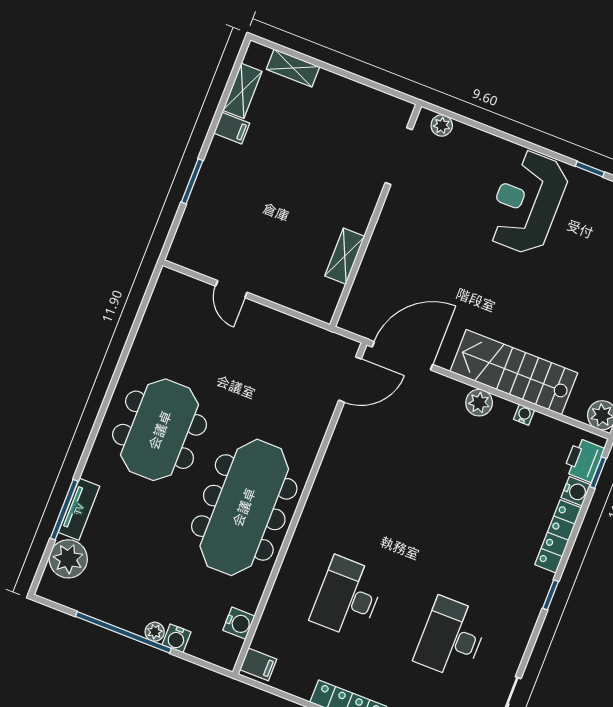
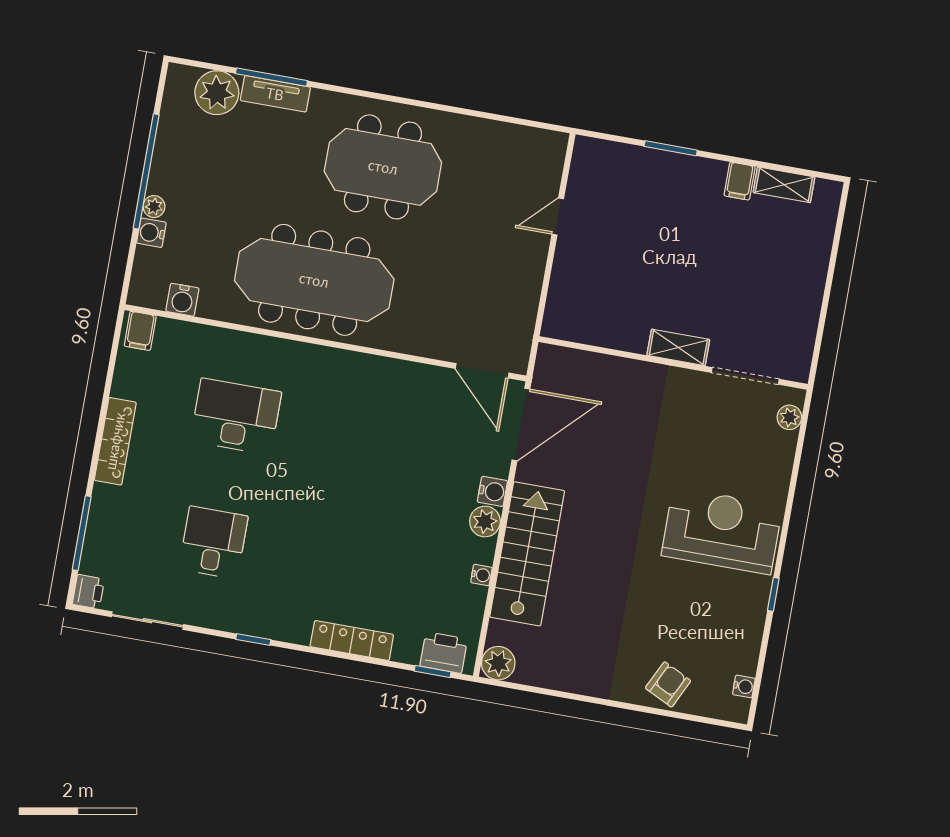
shelving: (293, 68) -> (821, 237), removed
shelving: (345, 256) -> (678, 347), moved
door: (402, 356) -> (521, 424), hinge flipped
water cooler: (576, 491) -> (492, 491), moved, turned -90
window: (550, 595) -> (253, 640), moved
desk: (451, 638) -> (213, 543), width x0.73

